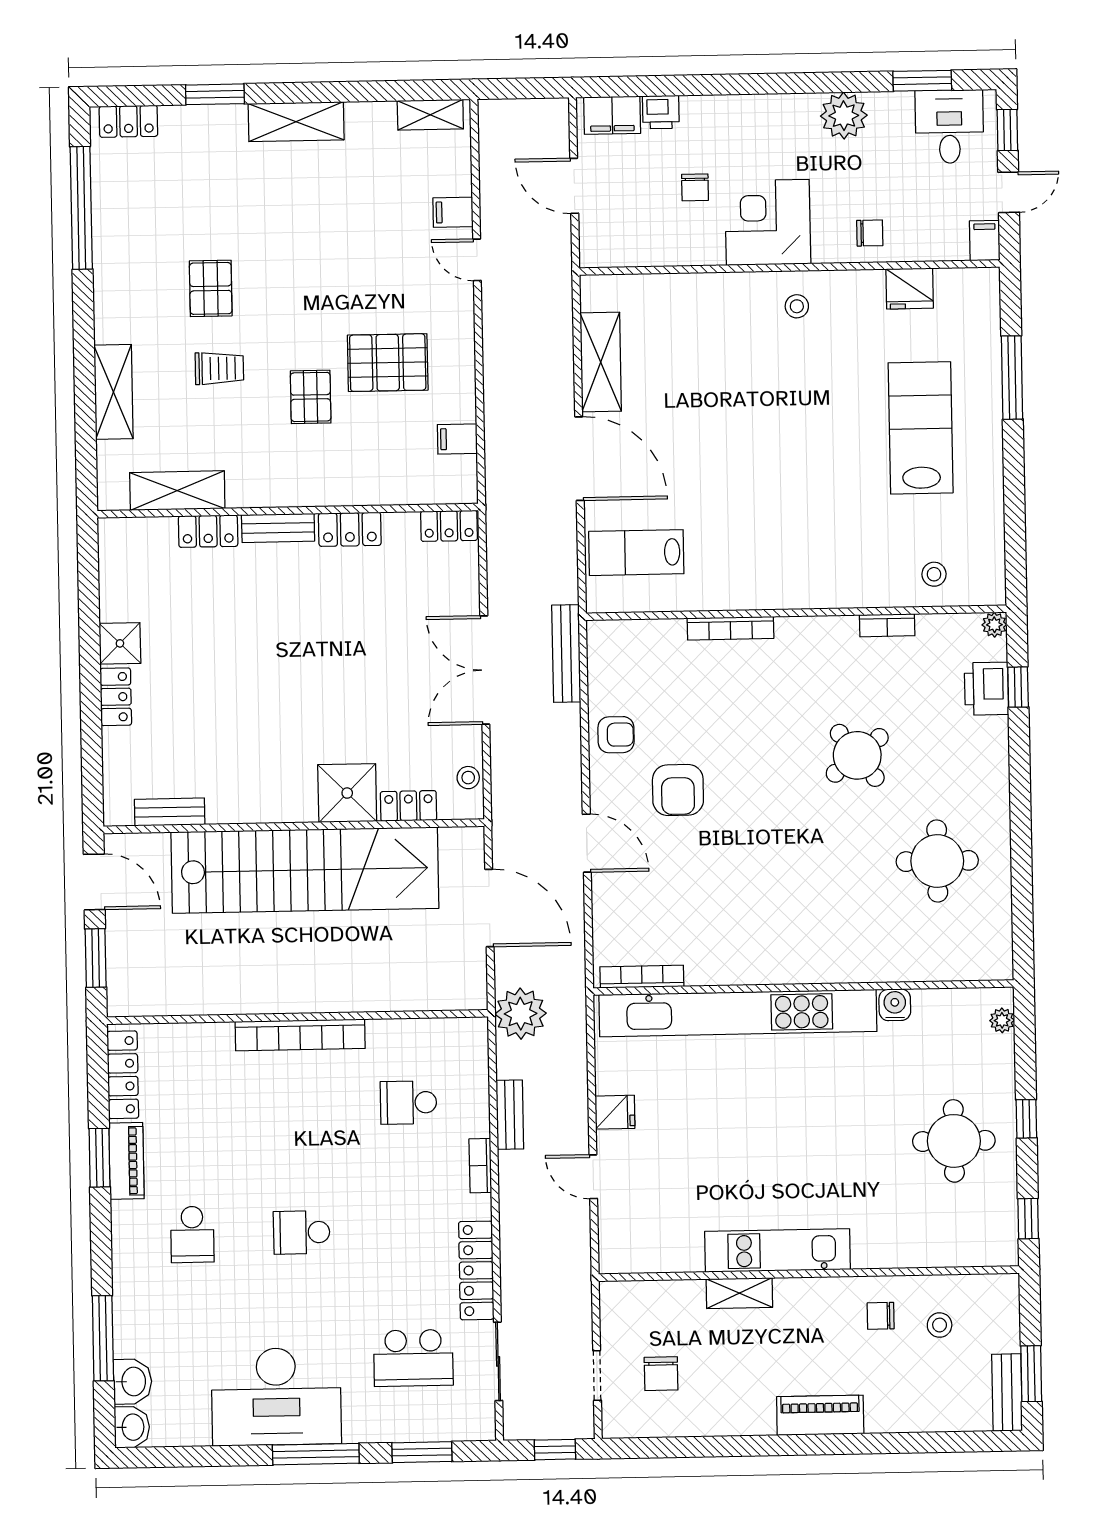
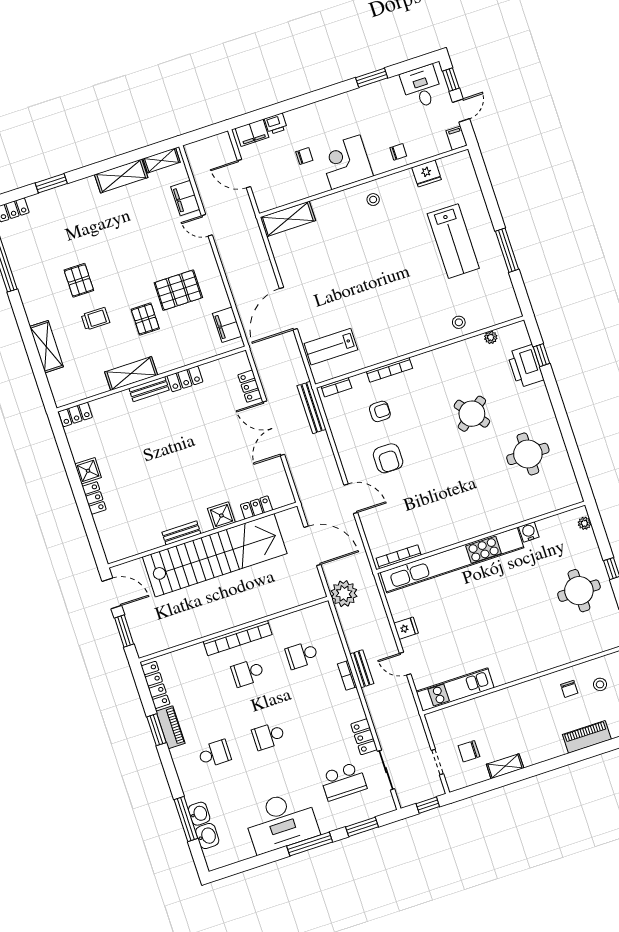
window: (922, 81) -> (372, 78), moved
plant: (844, 116) -> (367, 98), removed
shelving: (296, 122) -> (121, 176), moved
chair: (695, 187) -> (304, 156), turned -90
filing cabinet: (453, 212) -> (185, 198), width x2.00
shelving: (601, 362) -> (288, 219), moved, turned 90
window: (1012, 378) -> (507, 250), moved
lab bench: (921, 428) -> (453, 241), turned 180
filing cabinet: (457, 439) -> (227, 325), width x2.00
door: (579, 459) -> (288, 309), swing flipped
shelving: (177, 491) -> (131, 373), moved
locker: (449, 526) -> (250, 386), moved, turned 90
locker: (208, 531) -> (75, 414), moved
stool: (934, 574) -> (459, 322), moved
bookcase: (887, 625) -> (336, 387), moved
plant: (994, 625) -> (491, 337), moved
printer: (986, 689) -> (526, 366), width x1.37, depth x1.19
armchair: (616, 735) -> (380, 411), moved
stool: (468, 778) -> (282, 484), removed
shower: (347, 793) -> (221, 516), width x0.73, depth x0.73
bench: (170, 812) -> (181, 533), moved
school desk: (299, 1105) -> (248, 673), added
bench: (510, 1115) -> (362, 669), moved
school desk: (192, 1234) -> (214, 754), turned -90
kitchen unit: (777, 1250) -> (455, 690), moved
locker: (476, 1270) -> (364, 737), width x0.66
shelving: (739, 1293) -> (505, 766), moved
chair: (881, 1316) -> (569, 689), turned -90
chair: (661, 1374) -> (469, 751), turned 90
piano: (820, 1415) -> (587, 737), moved
washbasin: (132, 1427) -> (199, 814), moved

